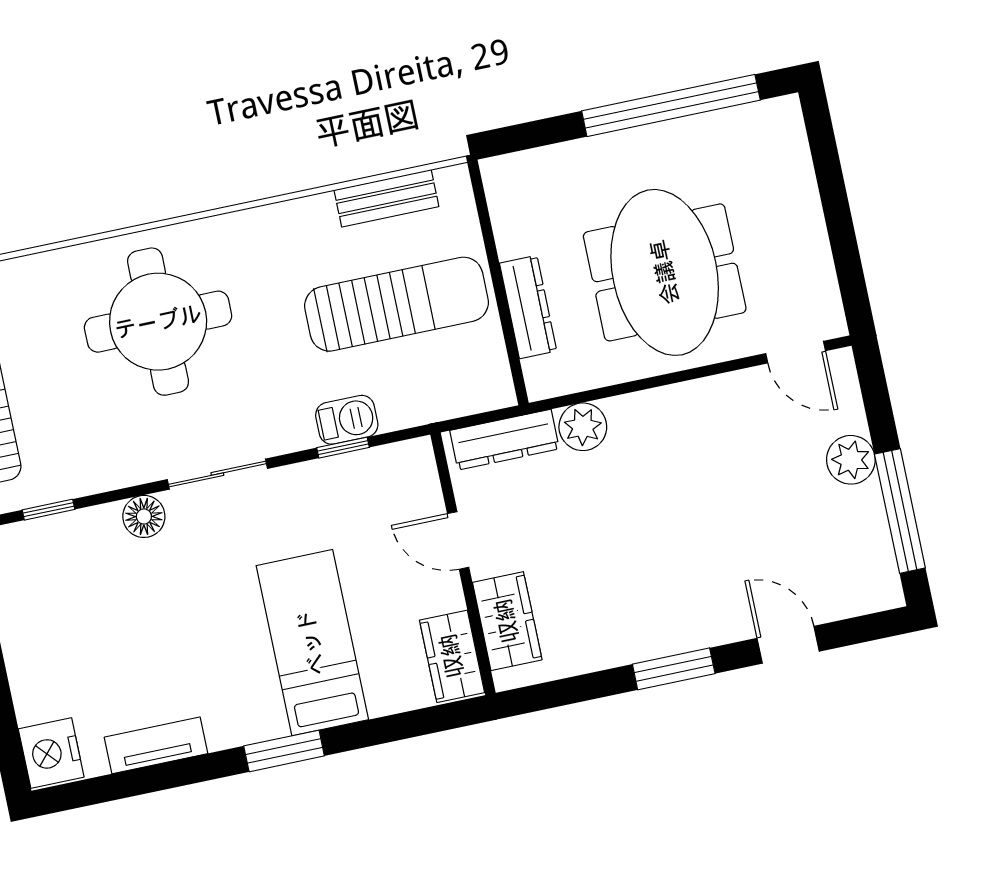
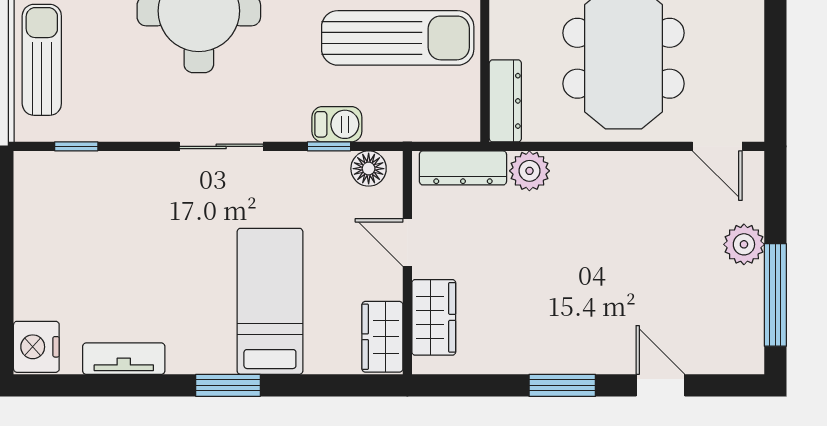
dresser: (528, 307) -> (505, 101), moved
floor lamp: (144, 516) -> (369, 169), moved

